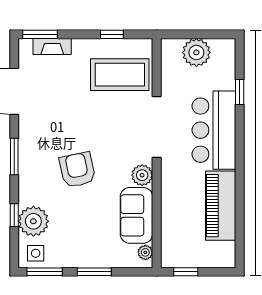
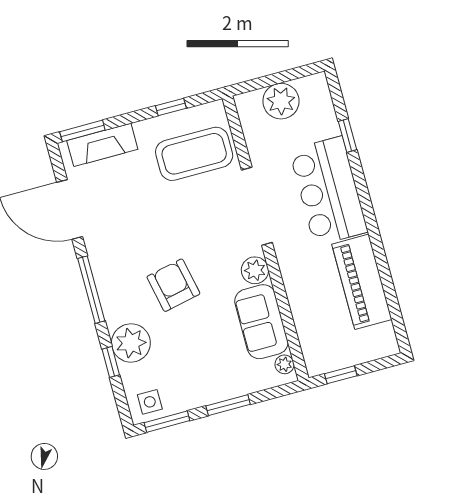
fireplace: (52, 47) -> (102, 145), width x1.37, depth x1.32
window: (14, 156) -> (91, 290), width x1.44
plant: (33, 221) -> (131, 343), moved

